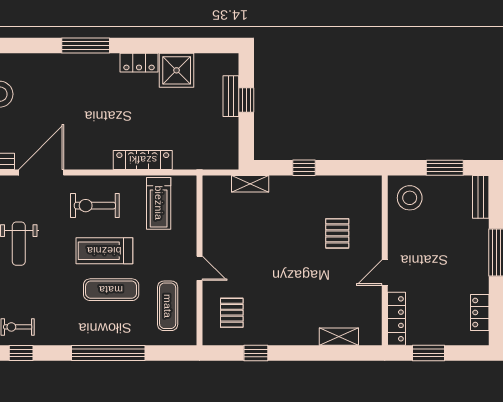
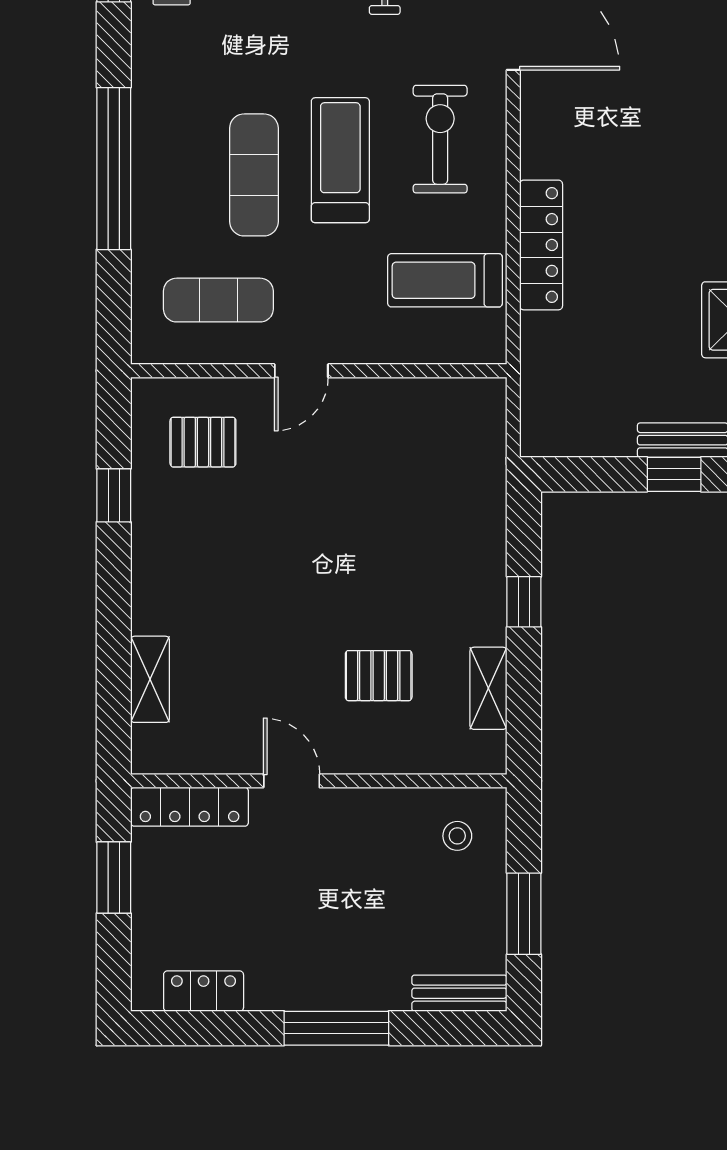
shelving: (250, 184) -> (488, 688), moved
stool: (410, 198) -> (457, 836), width x0.53, depth x0.53

